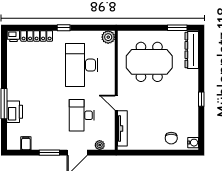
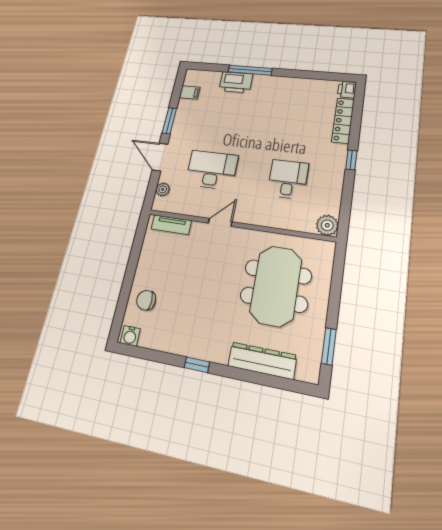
dresser: (192, 50) -> (262, 361), moved
desk: (82, 65) -> (288, 179), width x0.53, depth x0.77
tv unit: (122, 128) -> (171, 225), width x0.71

